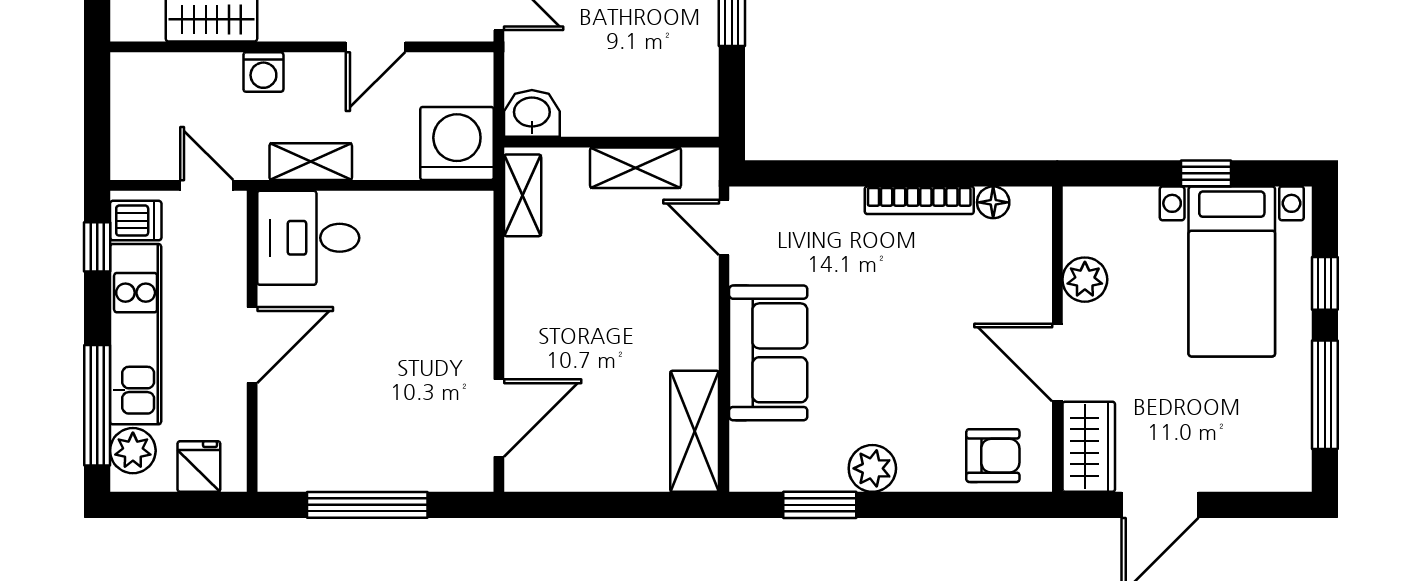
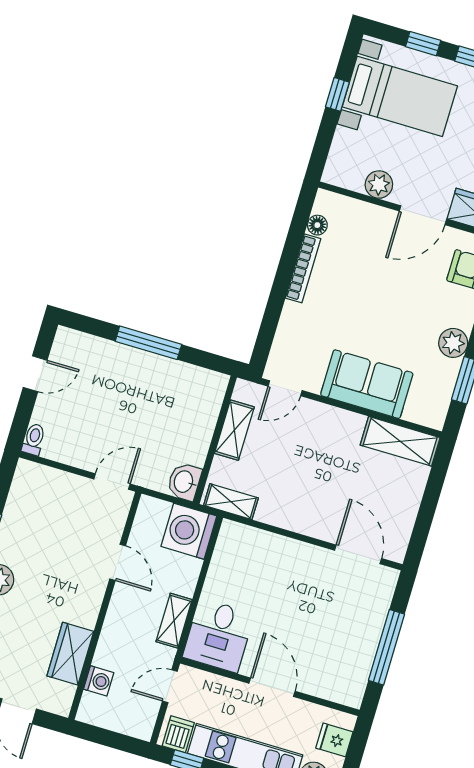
washing machine: (263, 72) -> (99, 681), moved

